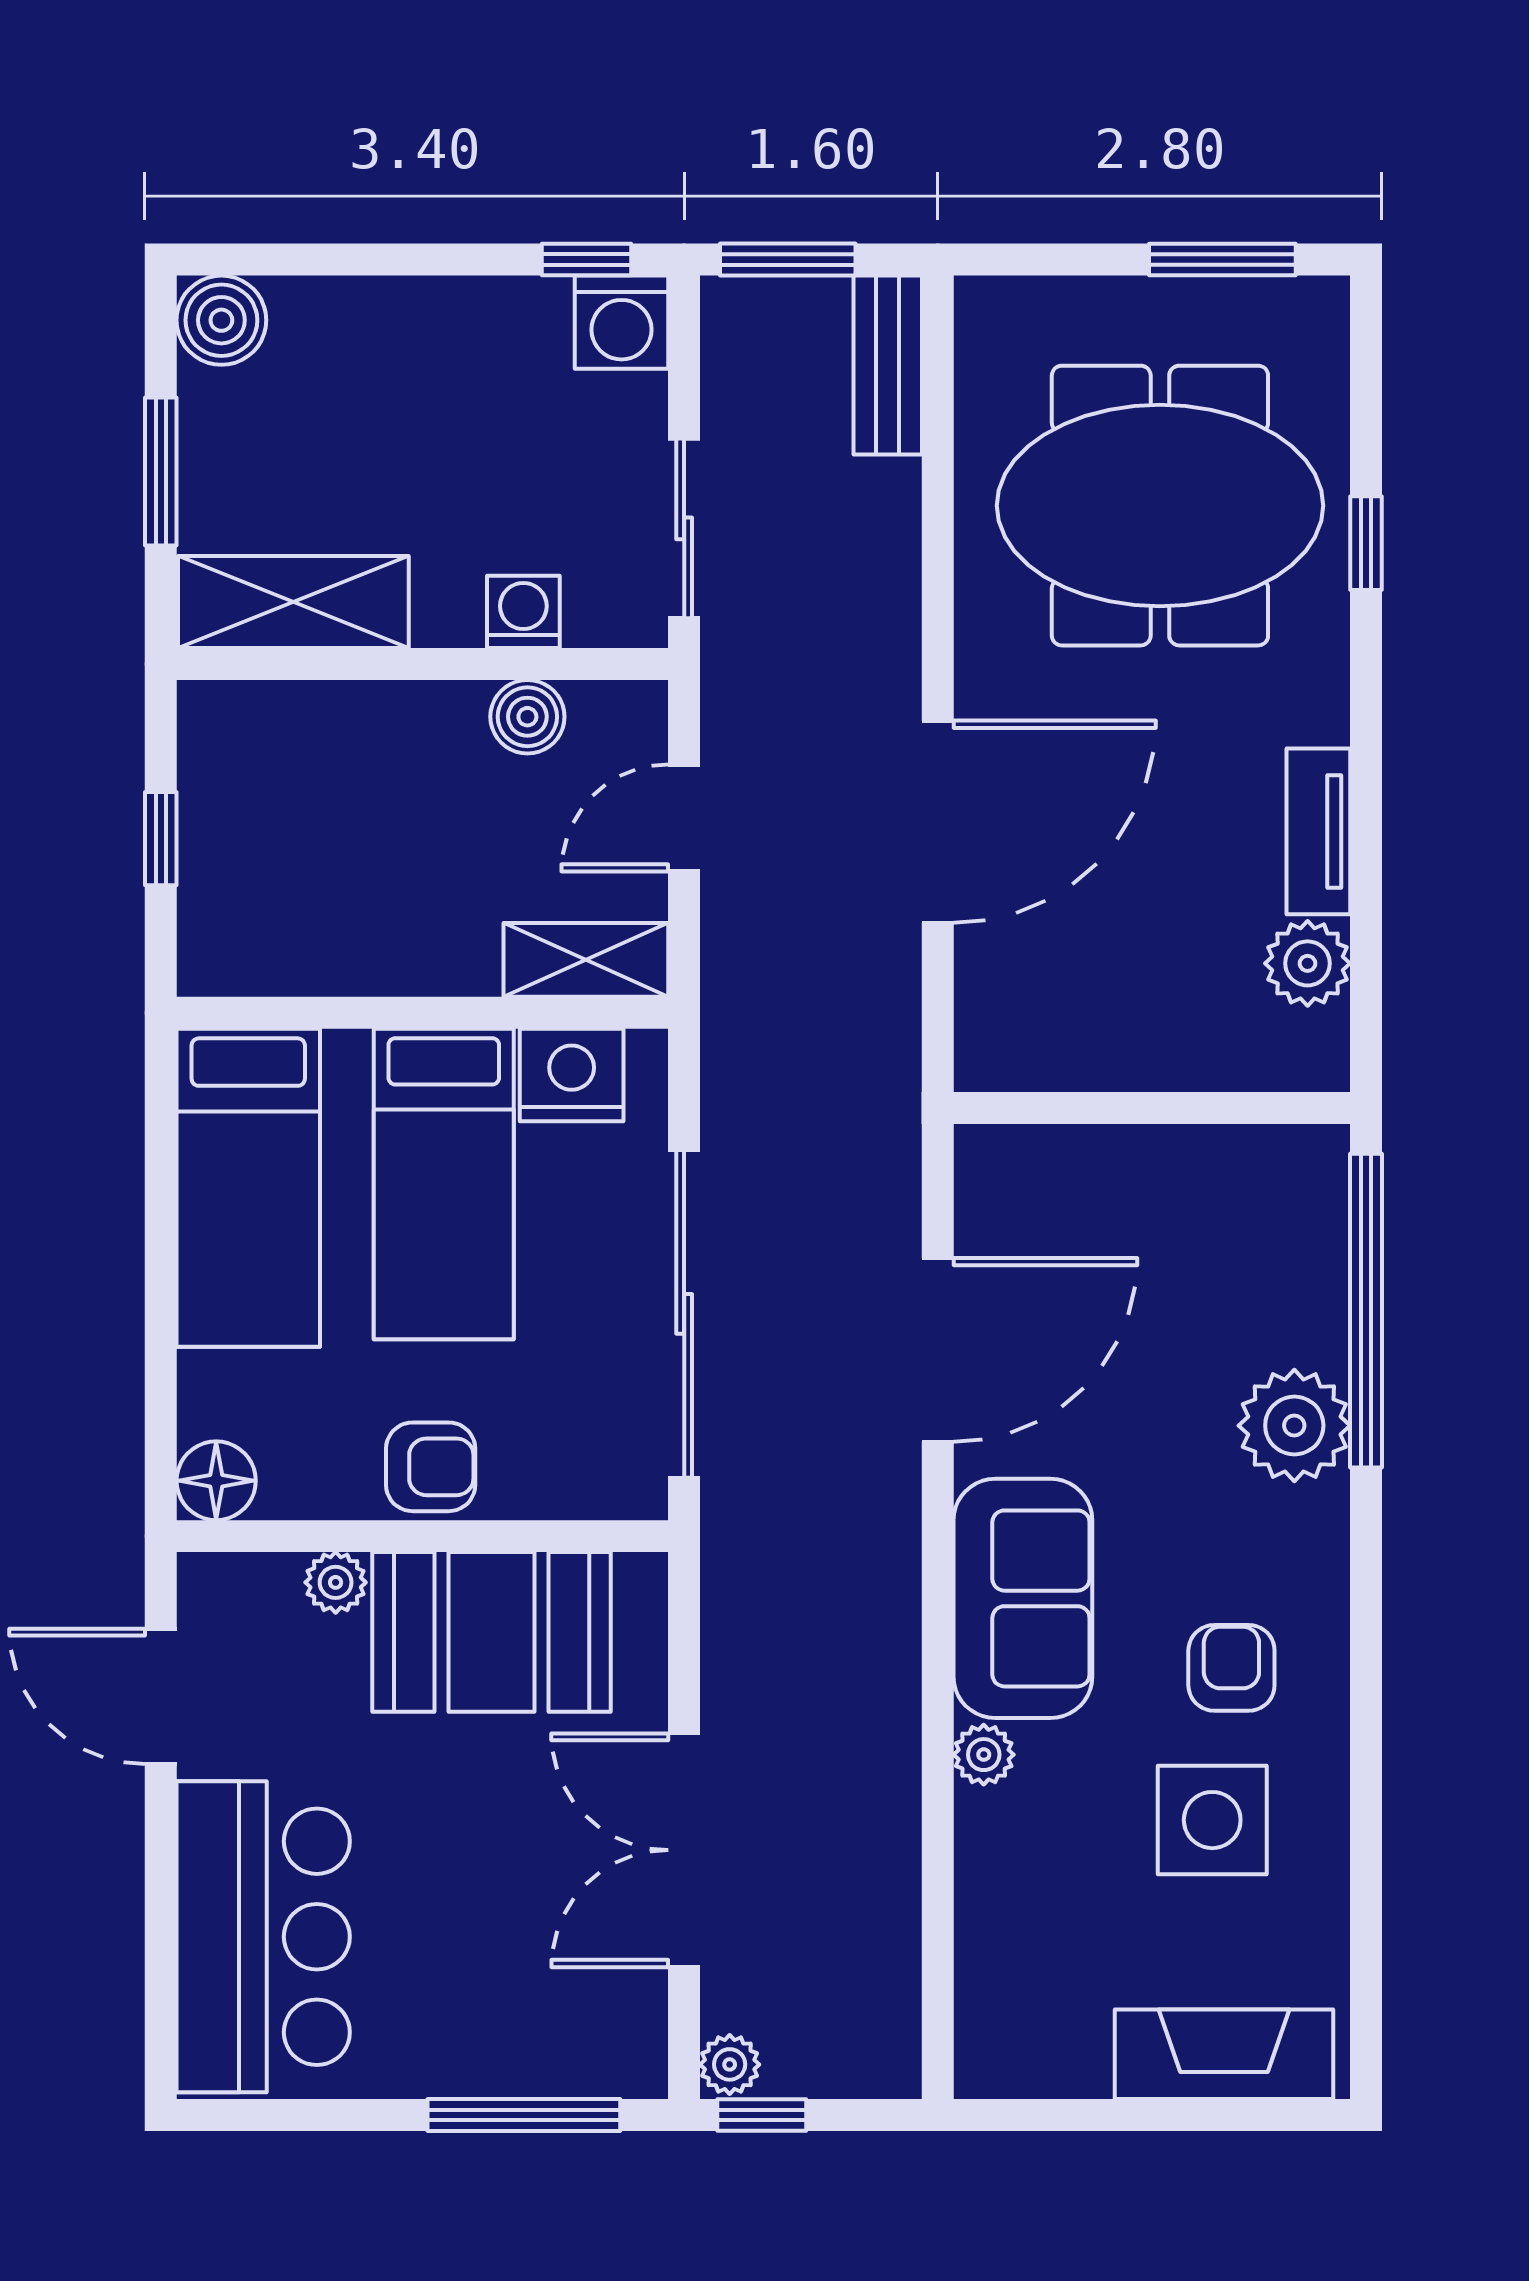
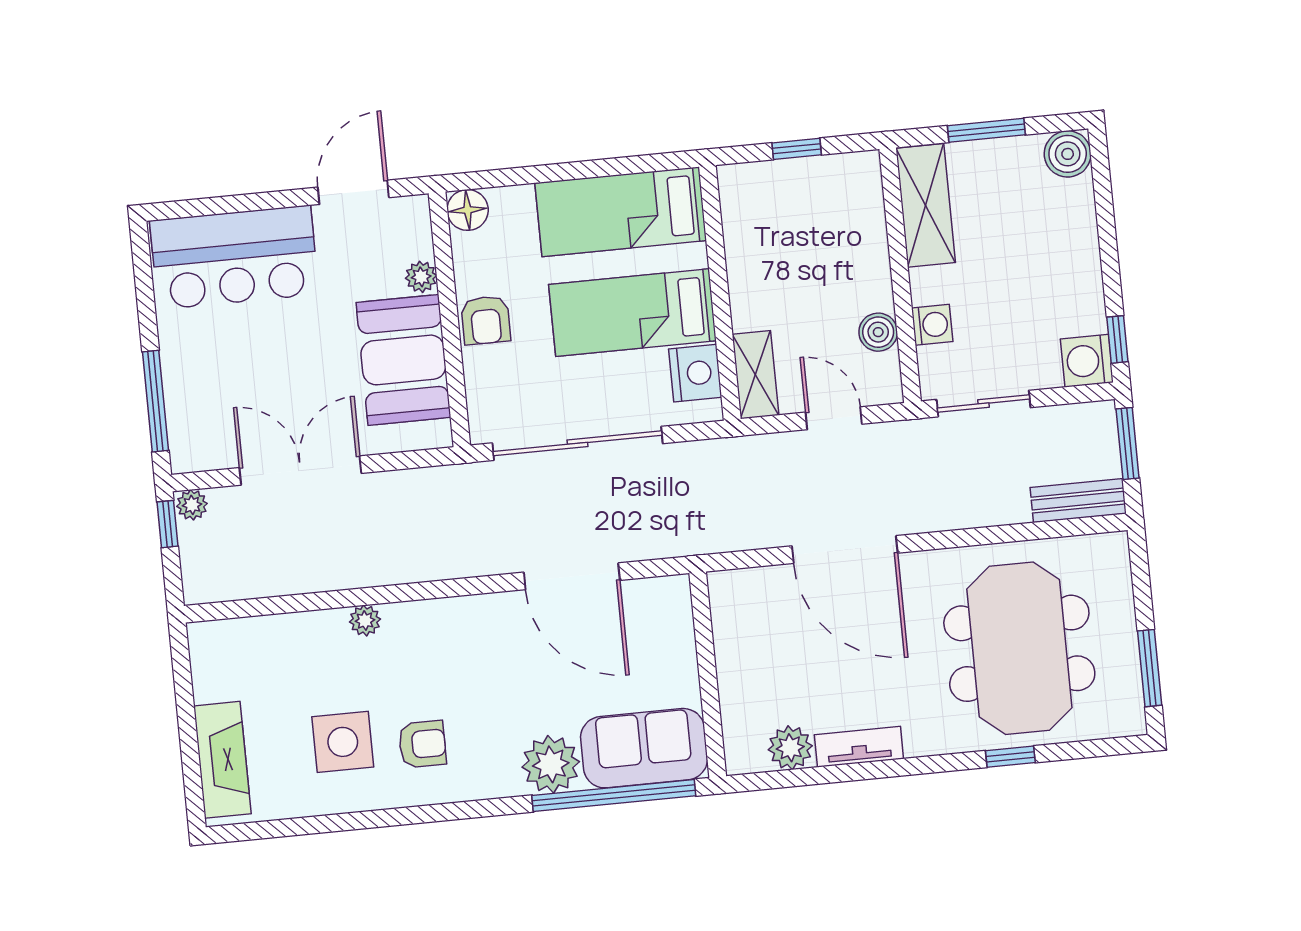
sofa: (1023, 1598) -> (644, 748), moved, turned 180

